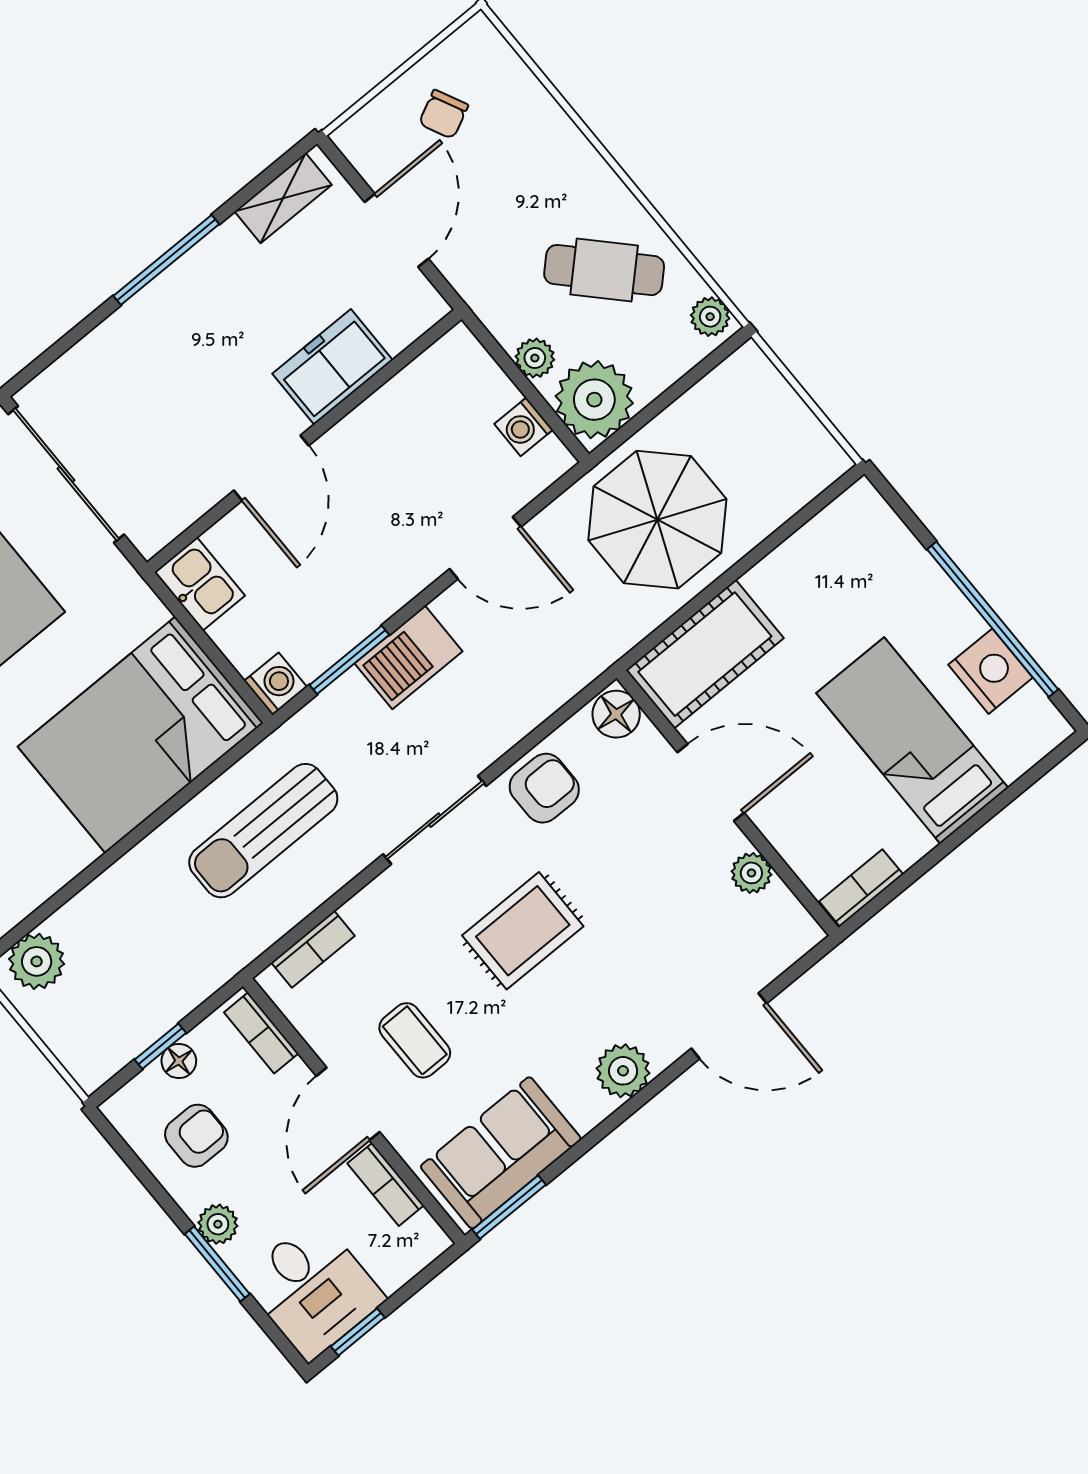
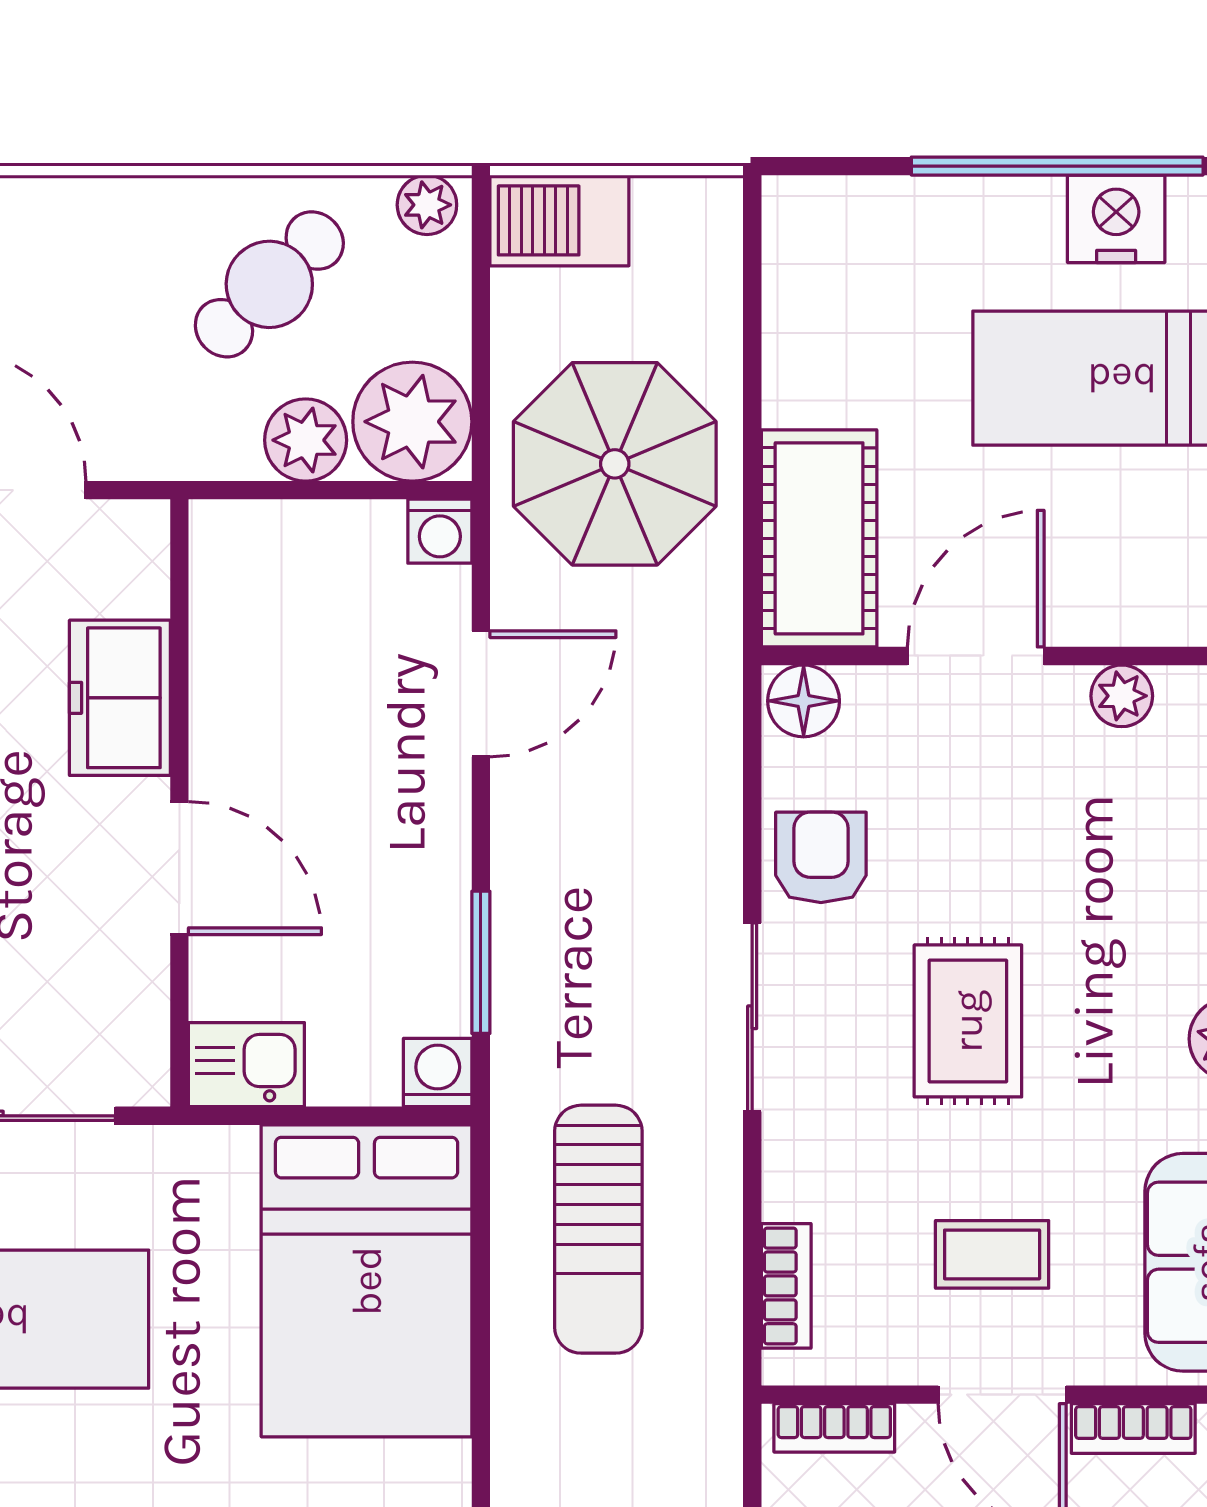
plant: (535, 358) -> (306, 440), width x1.38, depth x1.38
washing machine: (524, 427) -> (440, 531), moved
barbecue: (409, 657) -> (559, 220), moved, turned 90

